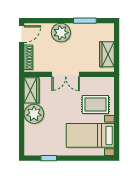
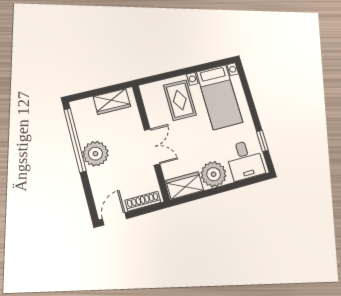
window: (85, 21) -> (75, 140), width x2.11
plant: (61, 33) -> (95, 154), moved
door: (22, 34) -> (114, 219), hinge flipped
desk: (38, 140) -> (245, 160), added

